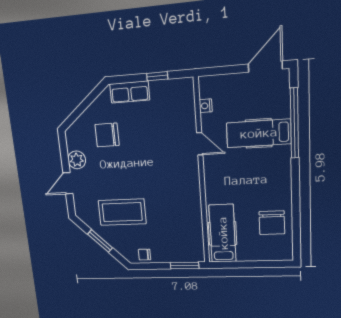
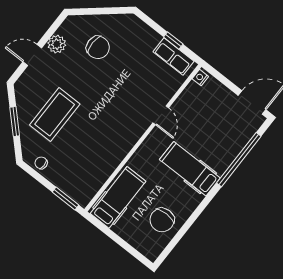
row of seats: (130, 92) -> (174, 57), moved
nightstand: (206, 106) -> (200, 78), moved
hospital bed: (259, 133) -> (190, 169), moved
chair: (107, 135) -> (98, 47), turned 180
coffee table: (122, 212) -> (55, 114), turned 90

